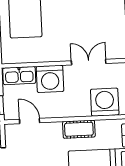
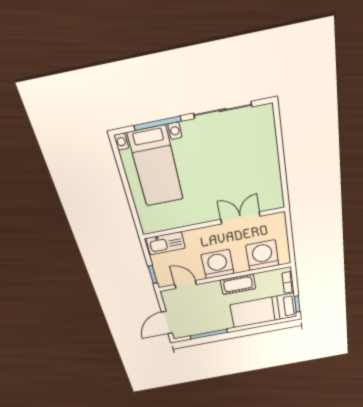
washing machine: (50, 79) -> (218, 264), moved, turned 180

